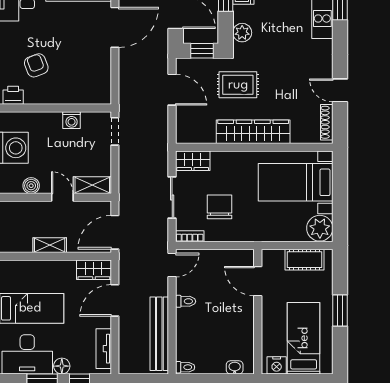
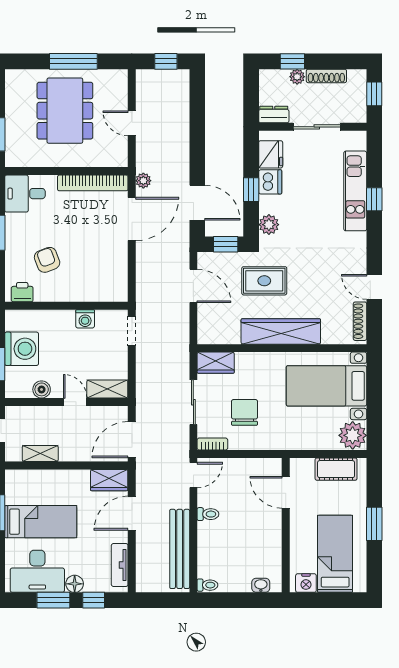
shelving: (50, 245) -> (40, 454), moved

